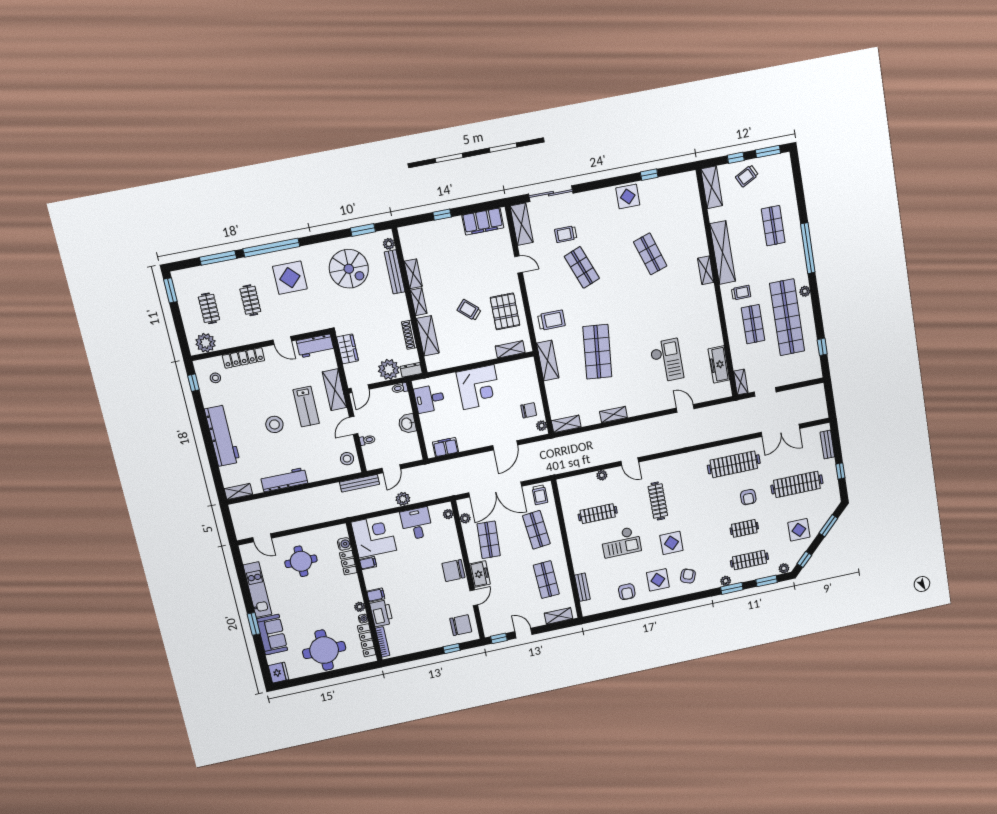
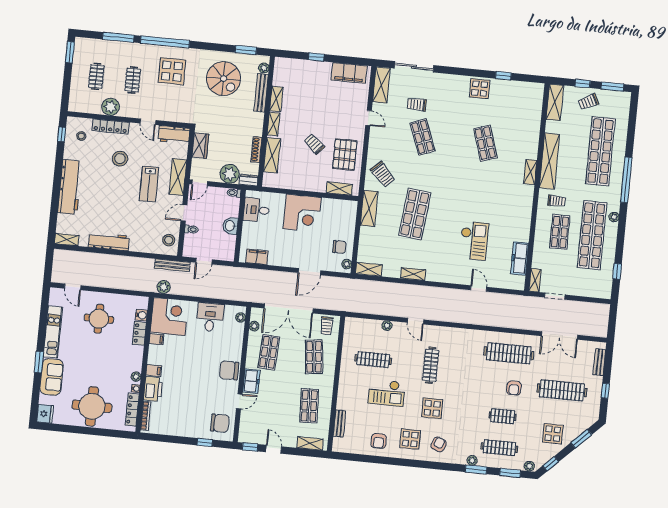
shop shelf: (773, 226) -> (600, 151), width x2.00, depth x1.36
trolley: (551, 320) -> (383, 174), turned 46
plant: (206, 343) -> (111, 107), moved
stool: (274, 424) -> (120, 159), moved
plant: (403, 499) -> (164, 287), moved

